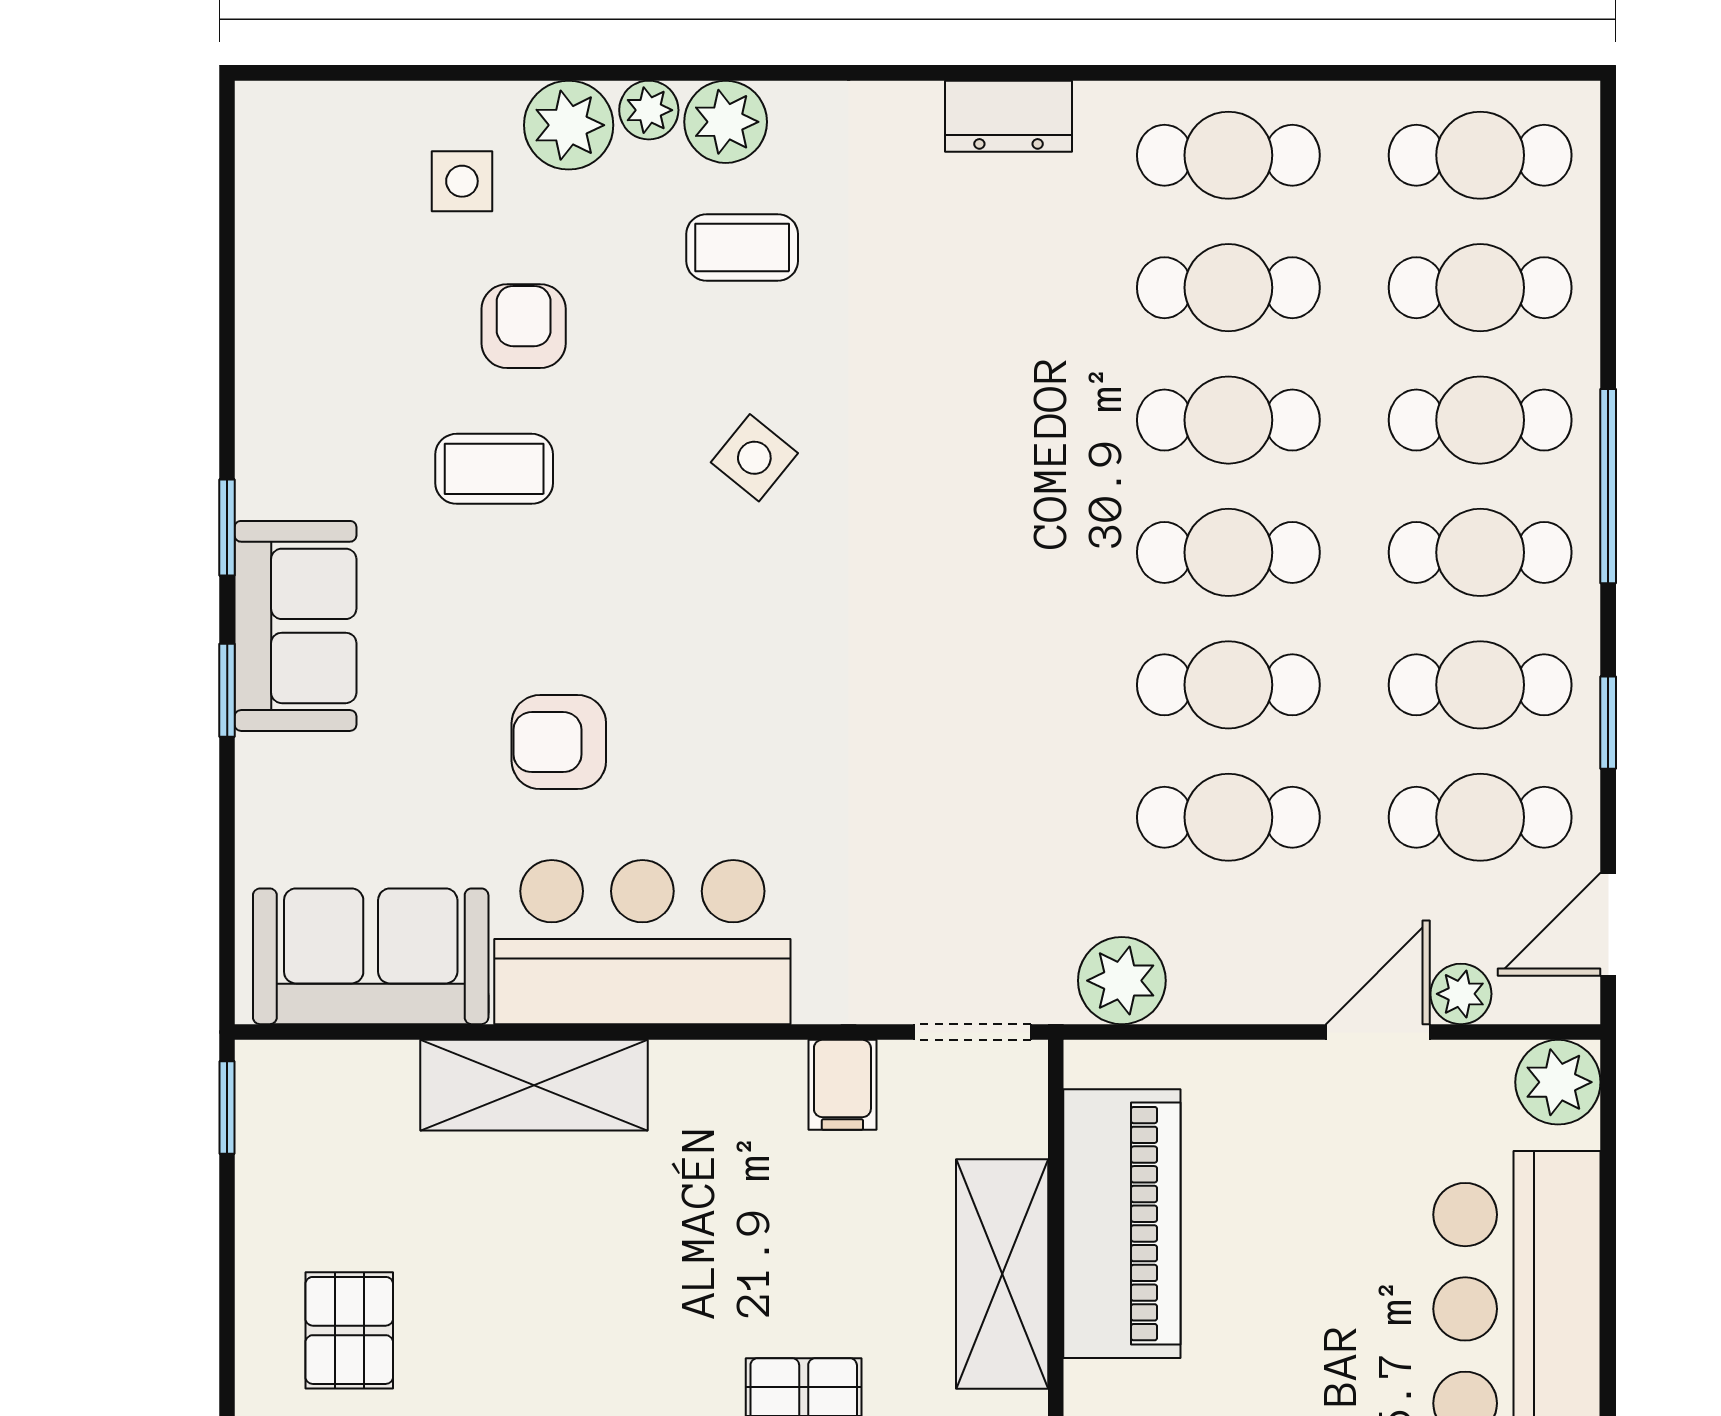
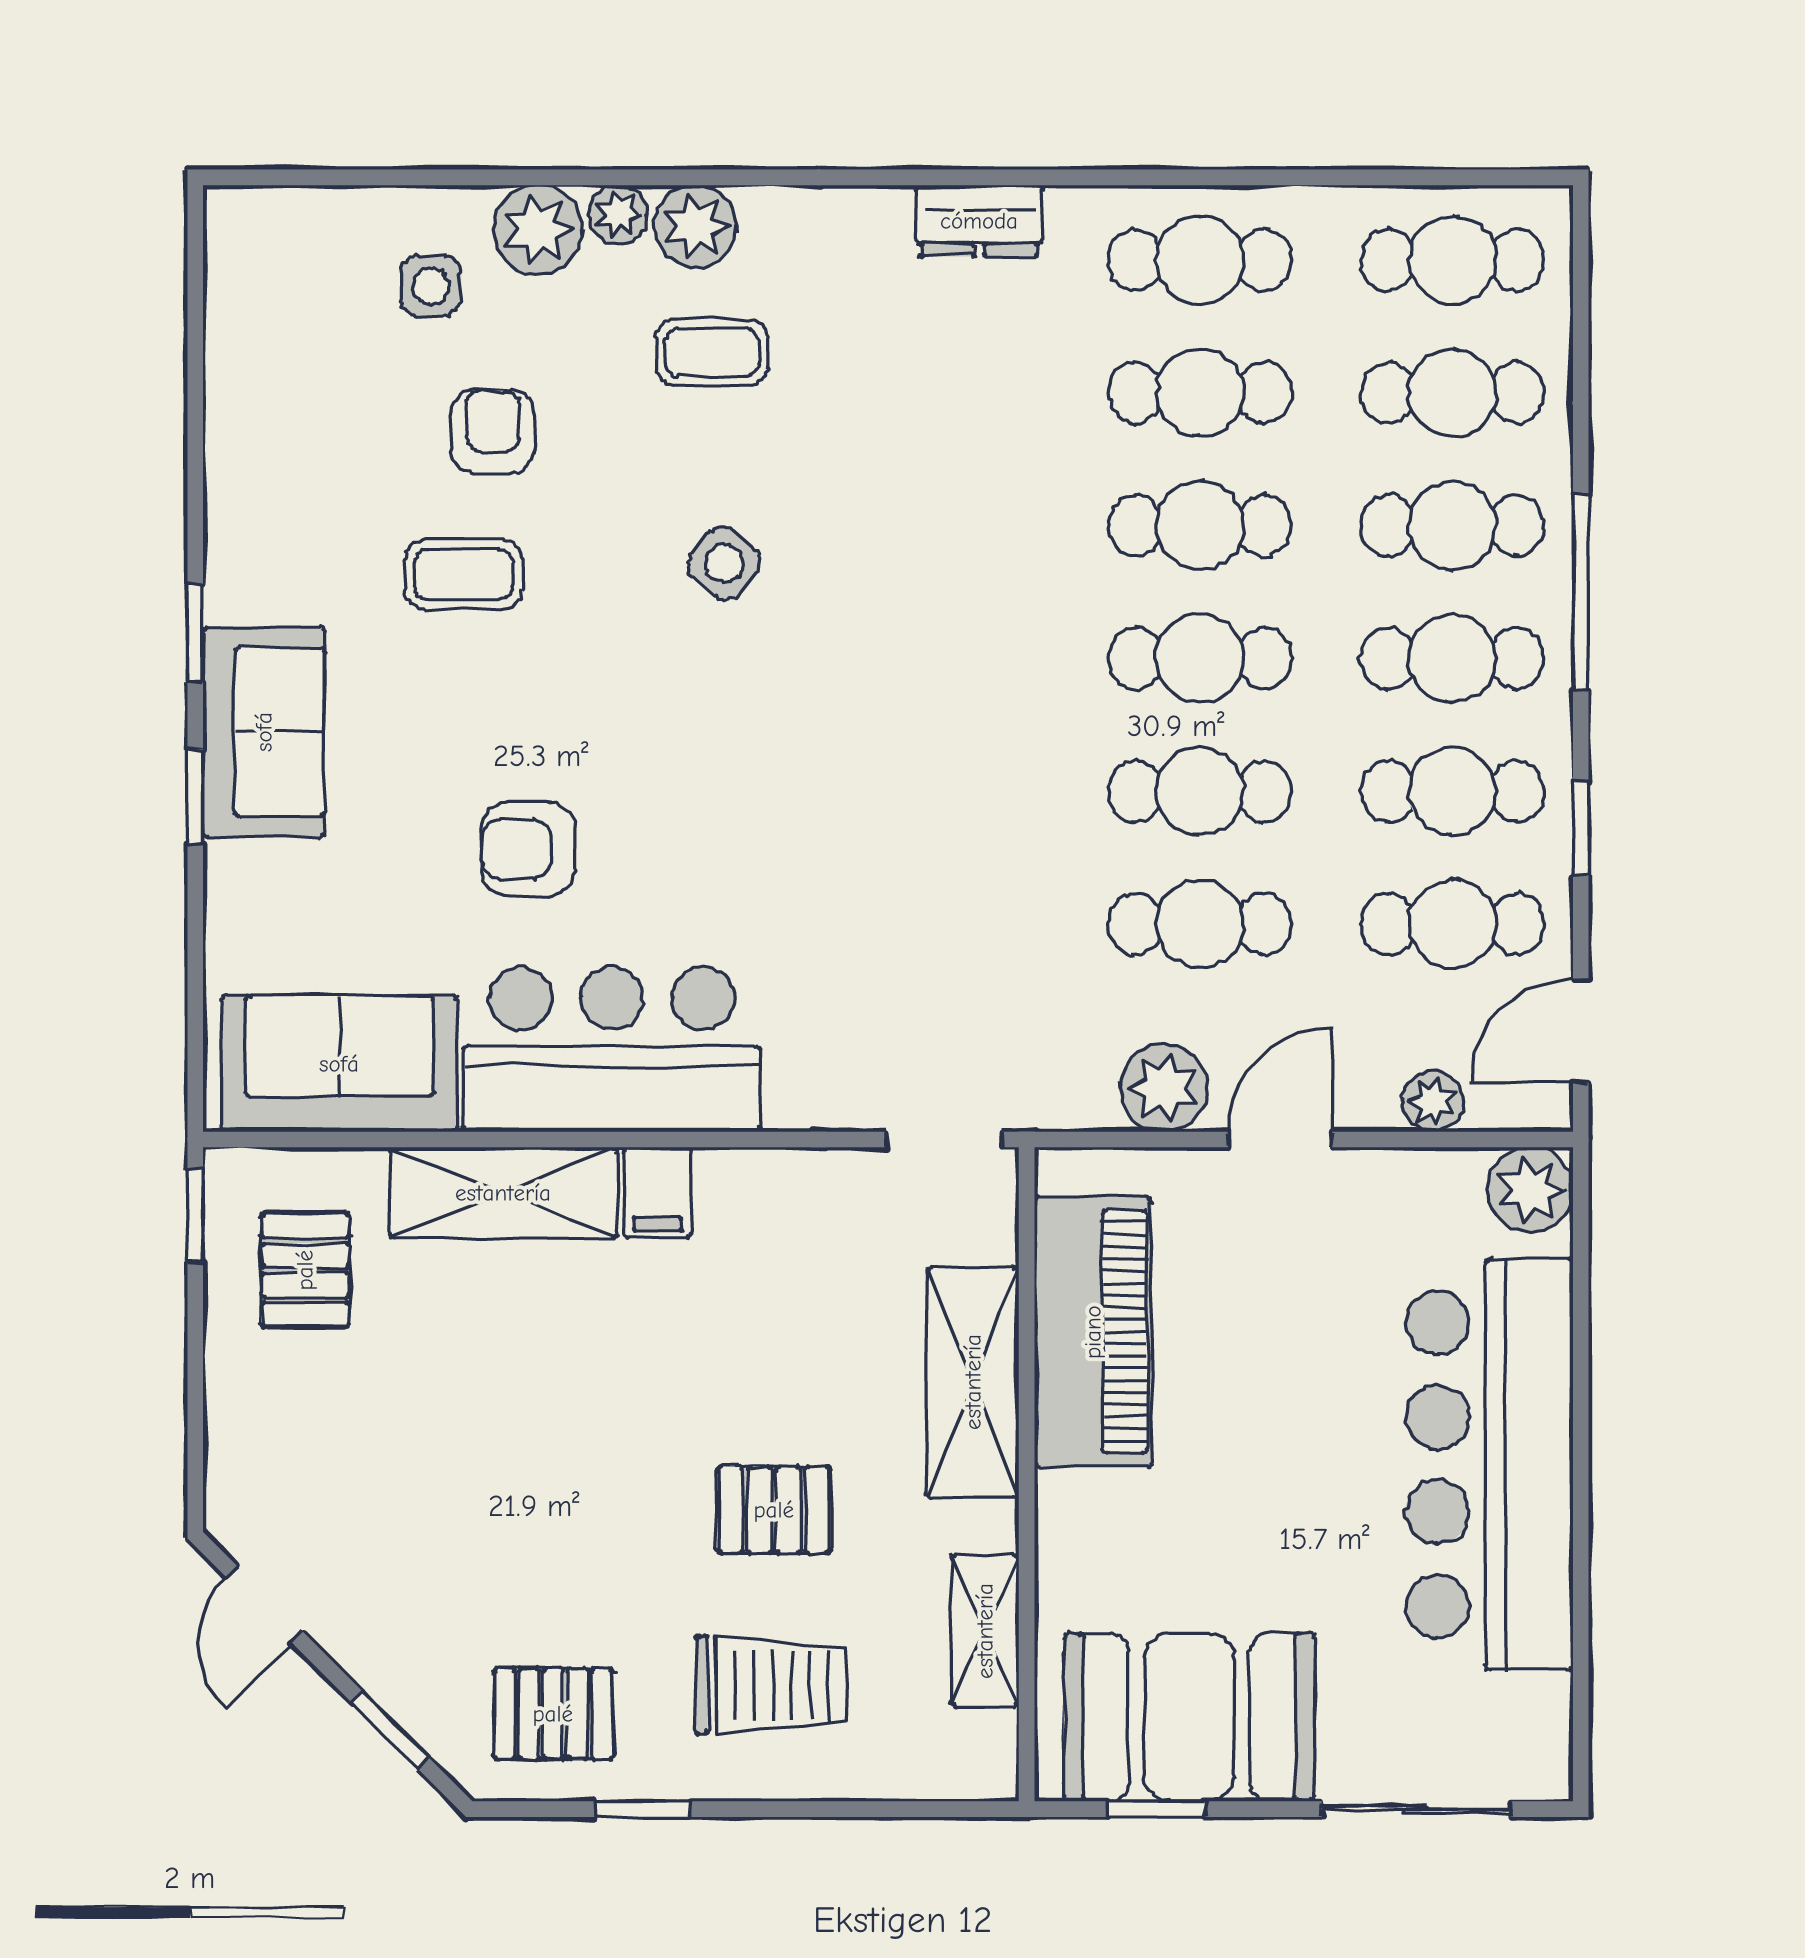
plant: (1122, 981) -> (1164, 1088), moved
door: (1378, 1032) -> (1280, 1139), moved
filing cabinet: (842, 1085) -> (657, 1192), moved
pallet: (349, 1330) -> (305, 1270), moved

